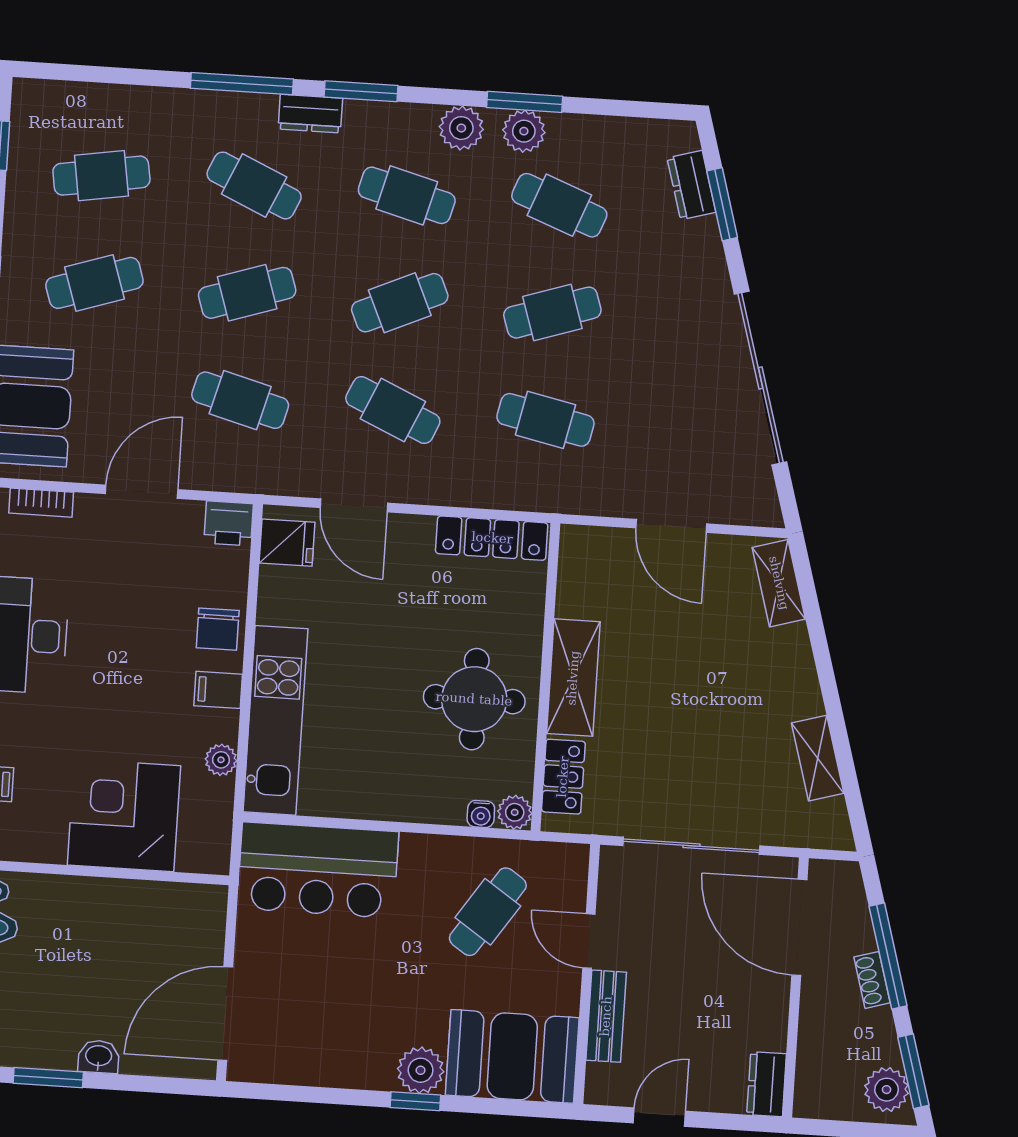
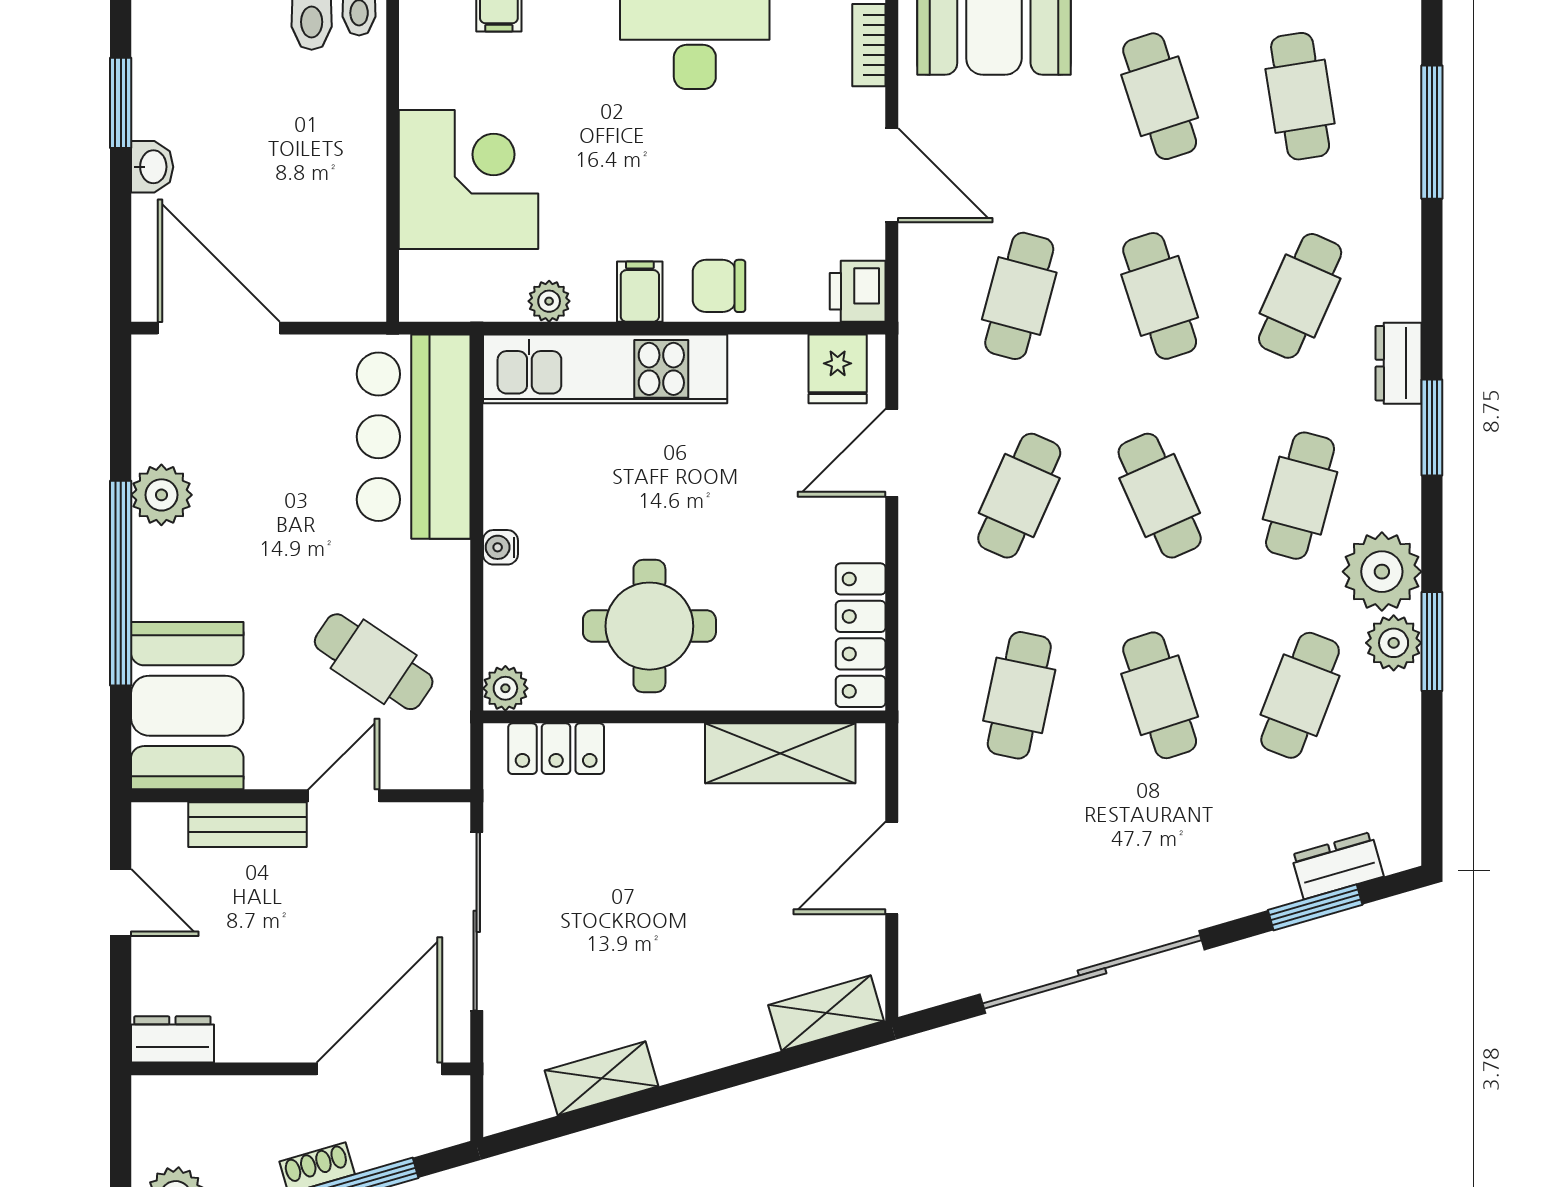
window: (242, 84) -> (1432, 132), moved
plant: (461, 128) -> (1382, 572), width x1.36, depth x1.36
shelving: (573, 678) -> (780, 753), moved
water cooler: (481, 814) -> (500, 547), moved
plant: (421, 1070) -> (161, 495), moved
window: (415, 1101) -> (121, 583), width x3.17

